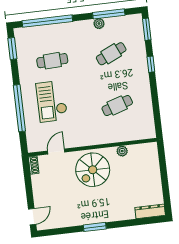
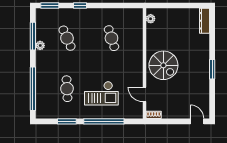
window: (12, 49) -> (67, 121), moved
plant: (122, 151) -> (151, 19), moved

